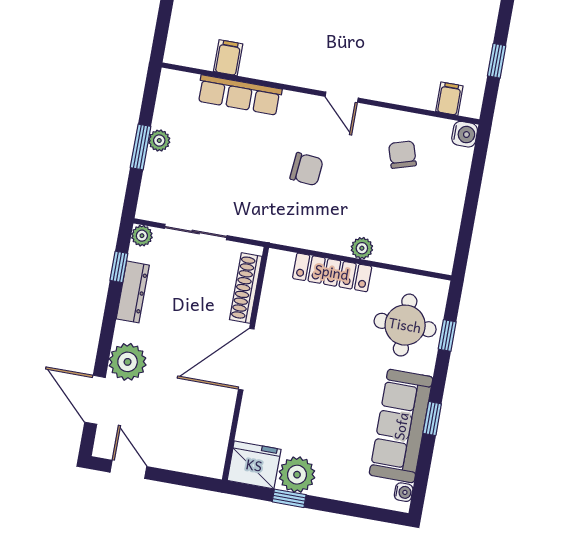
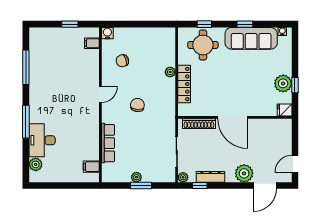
filing cabinet: (228, 58) -> (91, 167), moved
fridge: (254, 465) -> (285, 110), width x0.53, depth x0.75

